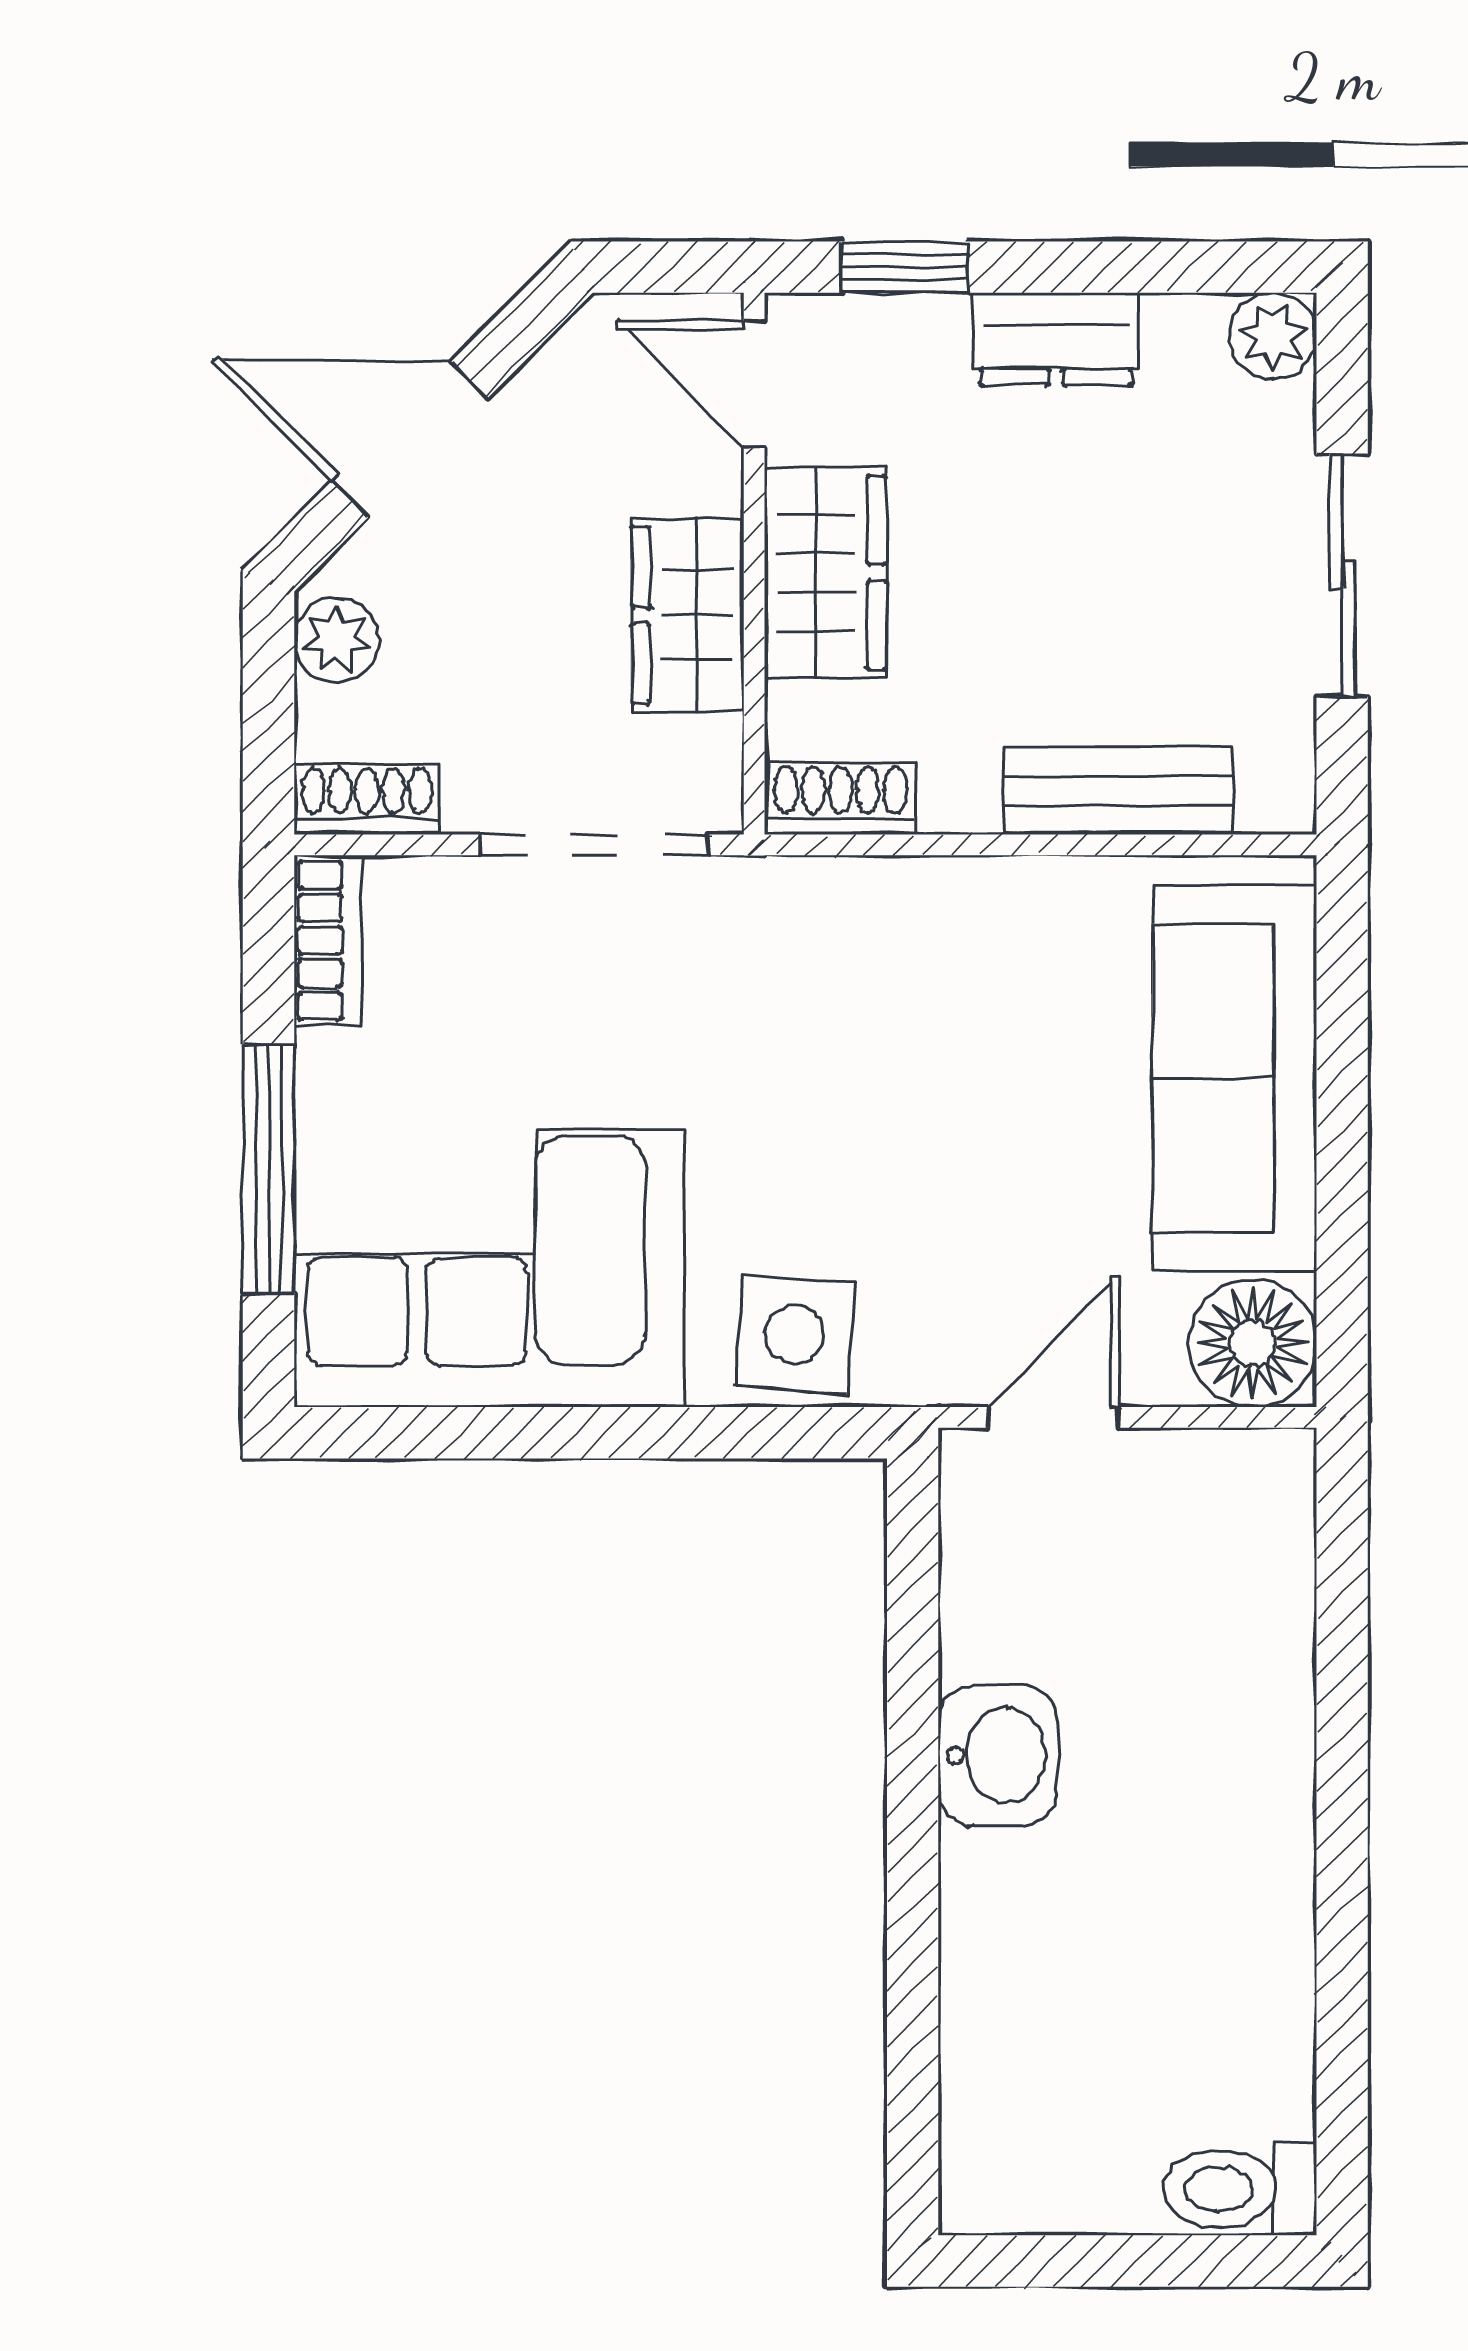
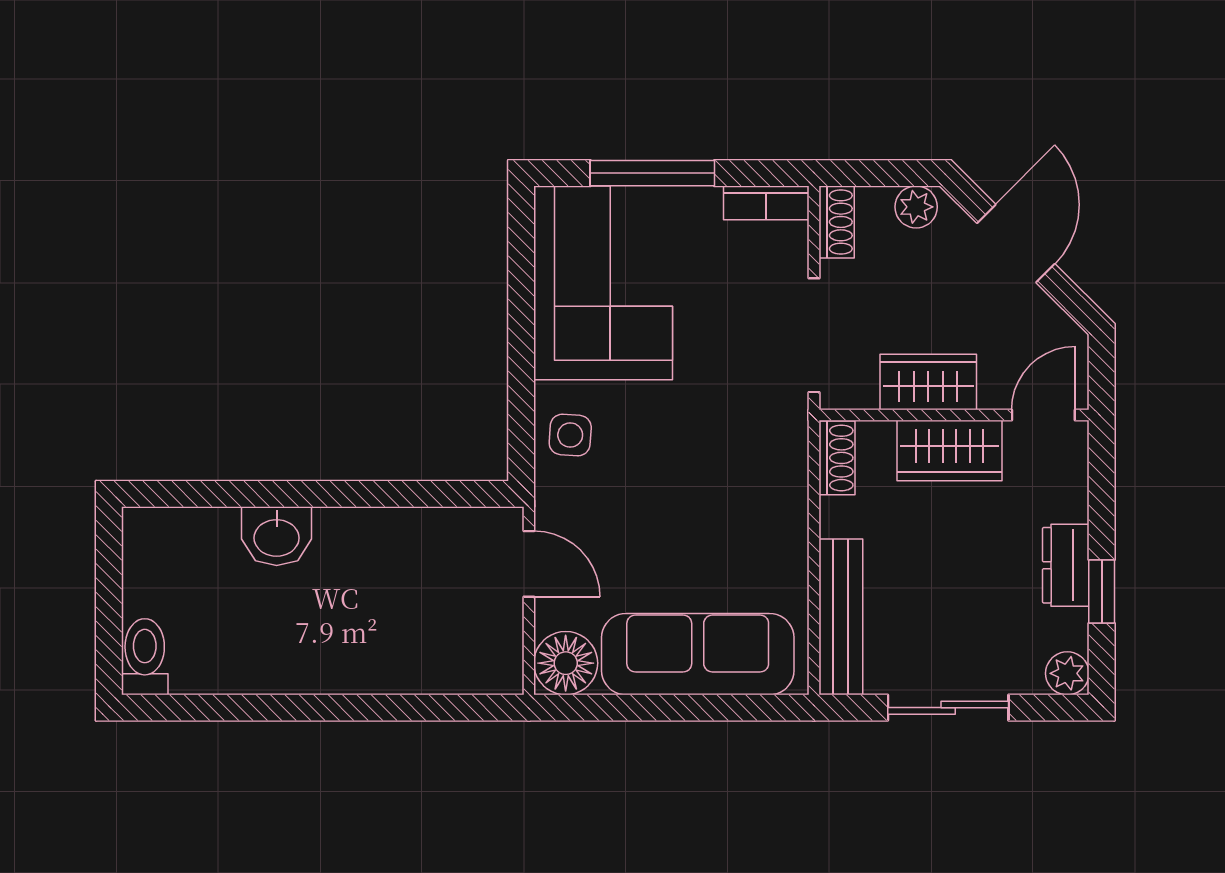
window: (905, 267) -> (1102, 592), moved
bench: (1118, 791) -> (841, 617), width x1.36
side table: (795, 1334) -> (570, 435), width x0.73, depth x0.73
washbasin: (998, 1755) -> (277, 536), moved

